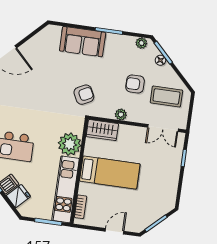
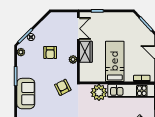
coffee table: (166, 96) -> (56, 29), removed
wardrobe: (102, 130) -> (86, 52), moved

